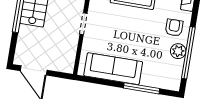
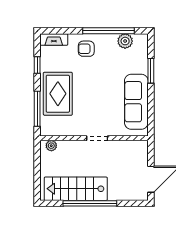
plant: (178, 51) -> (125, 41), moved
window: (142, 88) -> (151, 71), width x0.69

